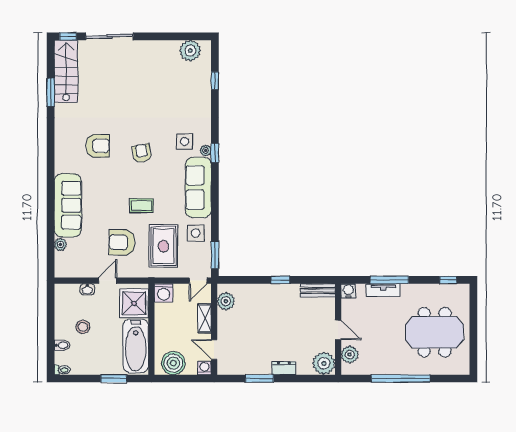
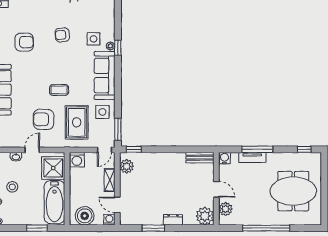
armchair: (142, 153) -> (62, 35), moved, turned -85
window: (280, 280) -> (134, 149), moved

